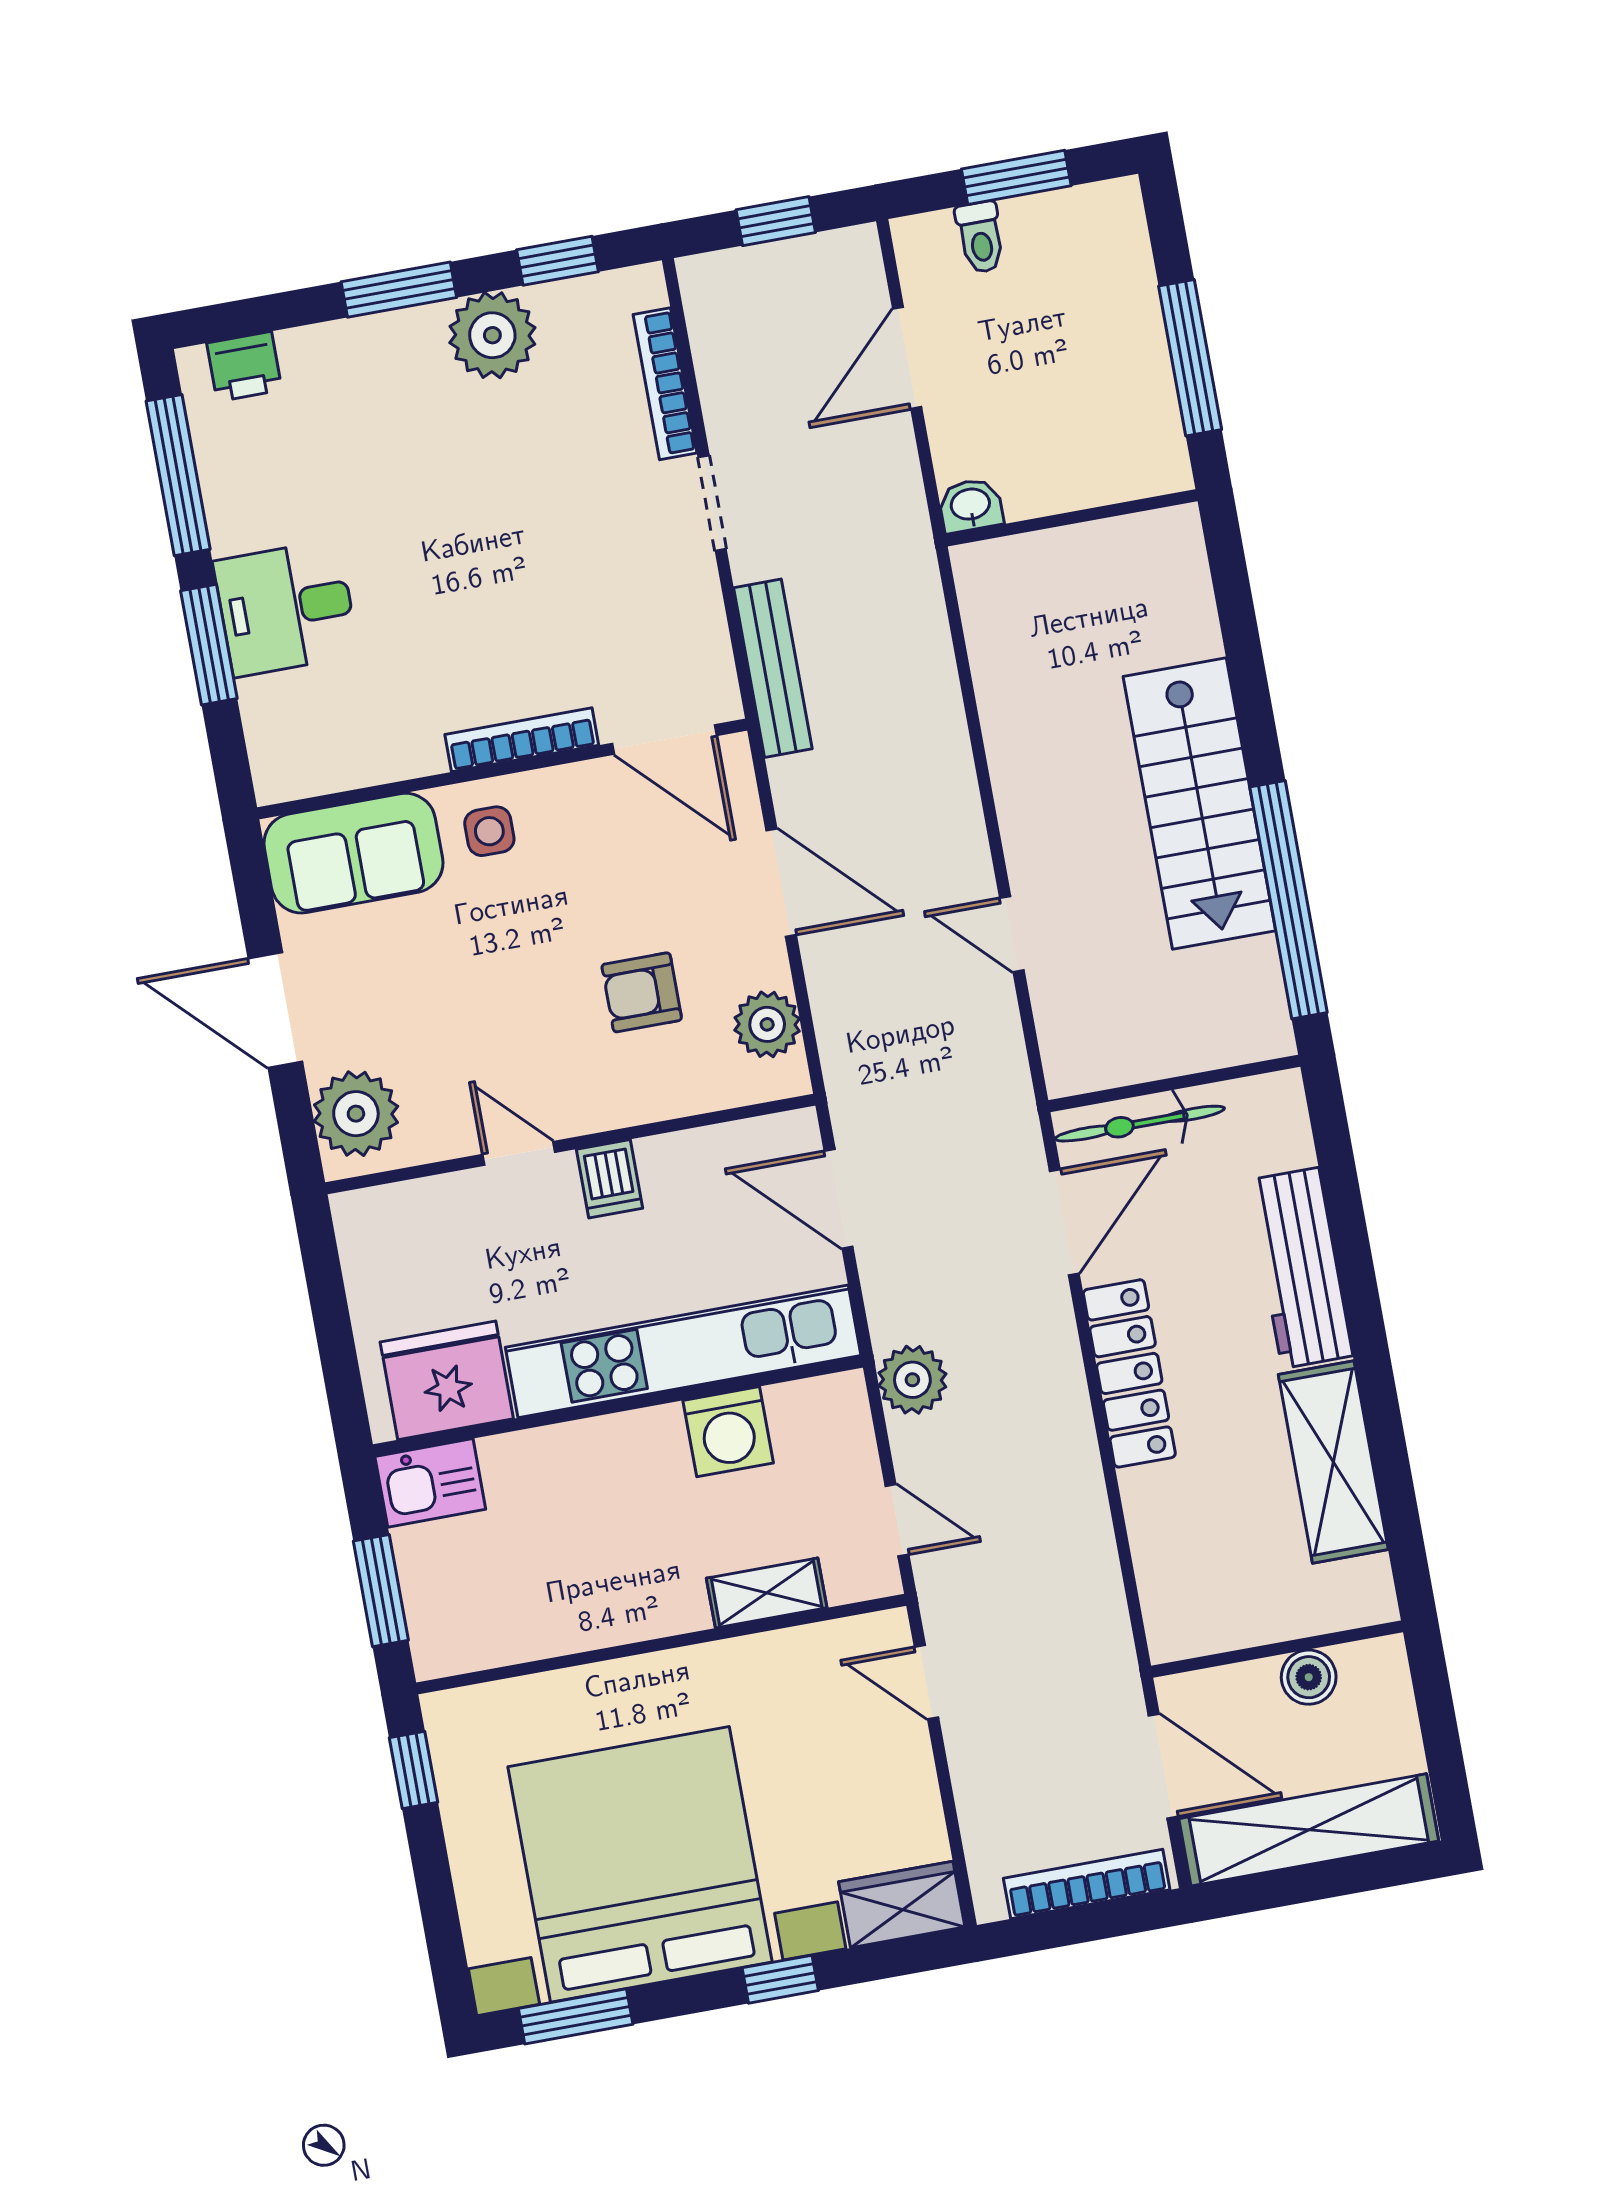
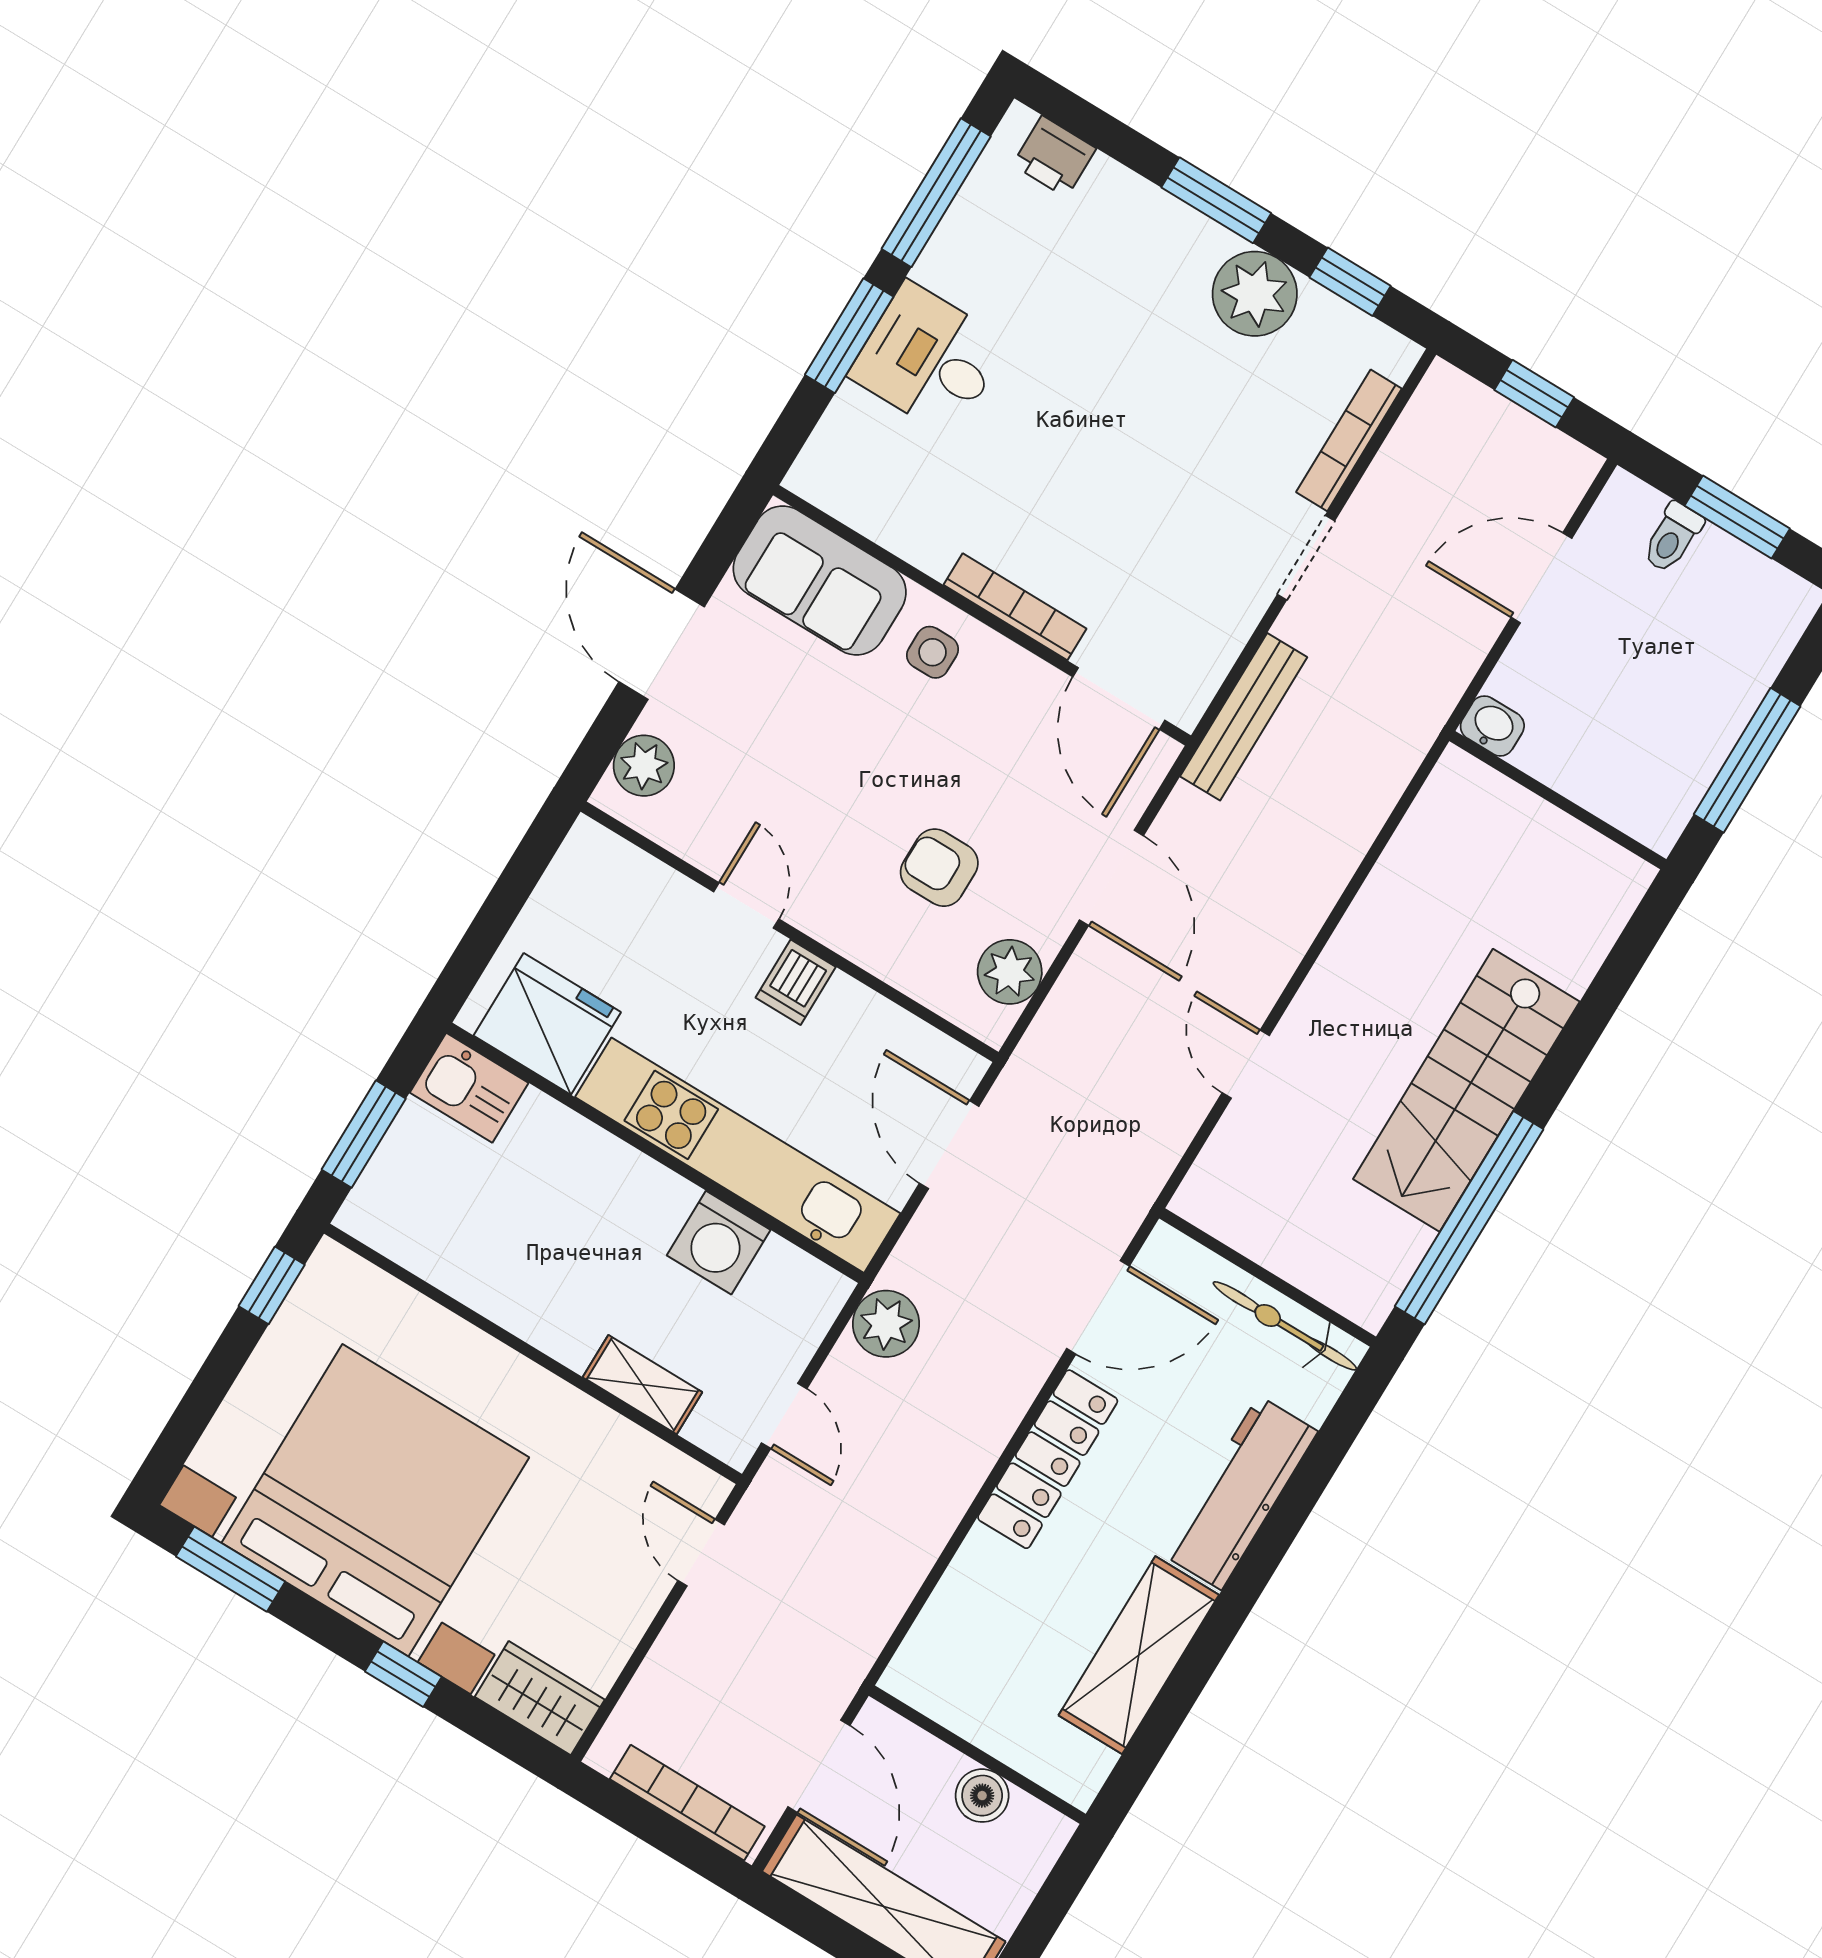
plant: (356, 1114) -> (644, 766), width x0.73, depth x0.73
bicycle: (1140, 1124) -> (1285, 1326), moved

